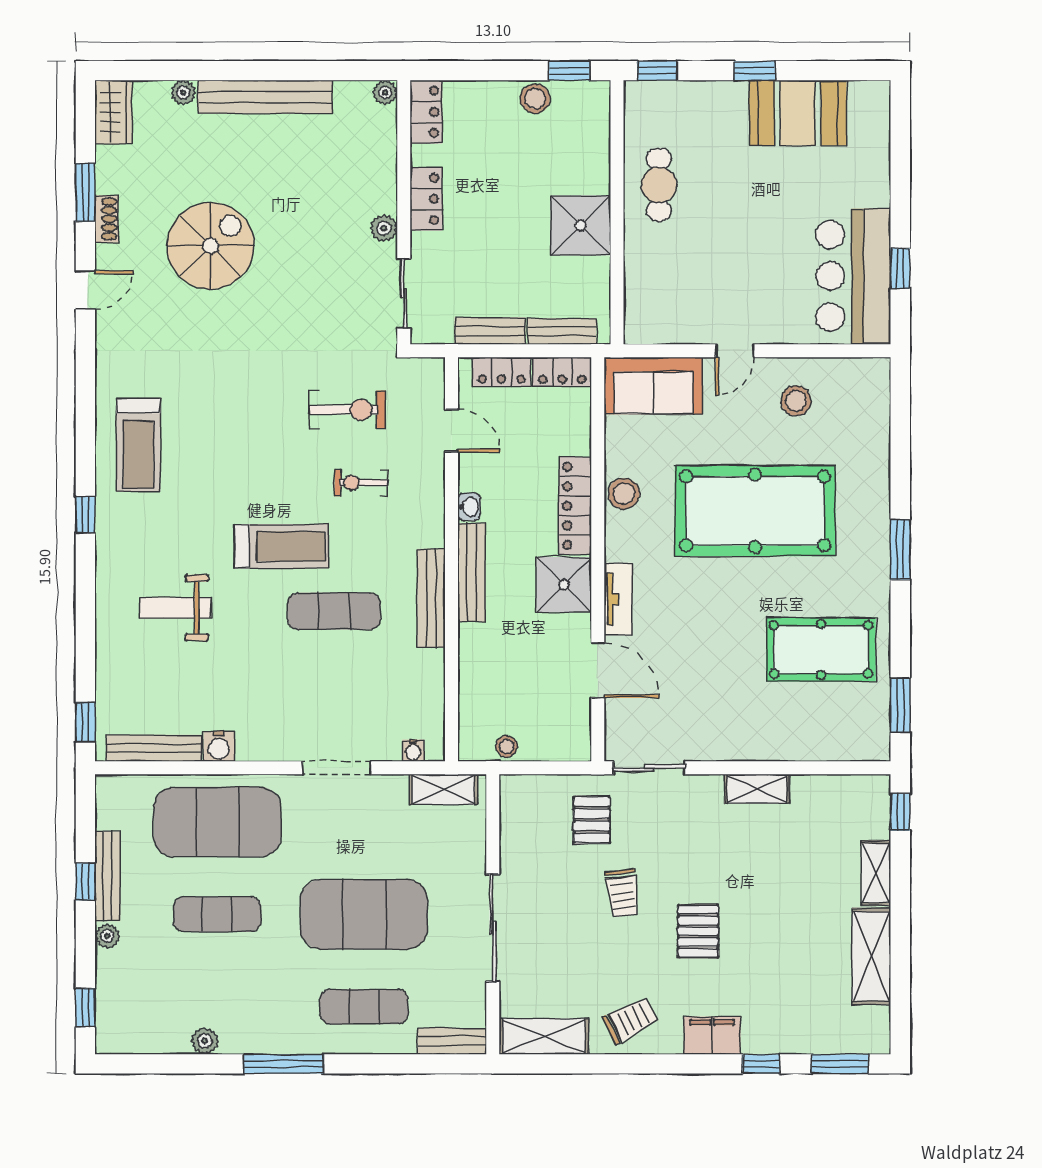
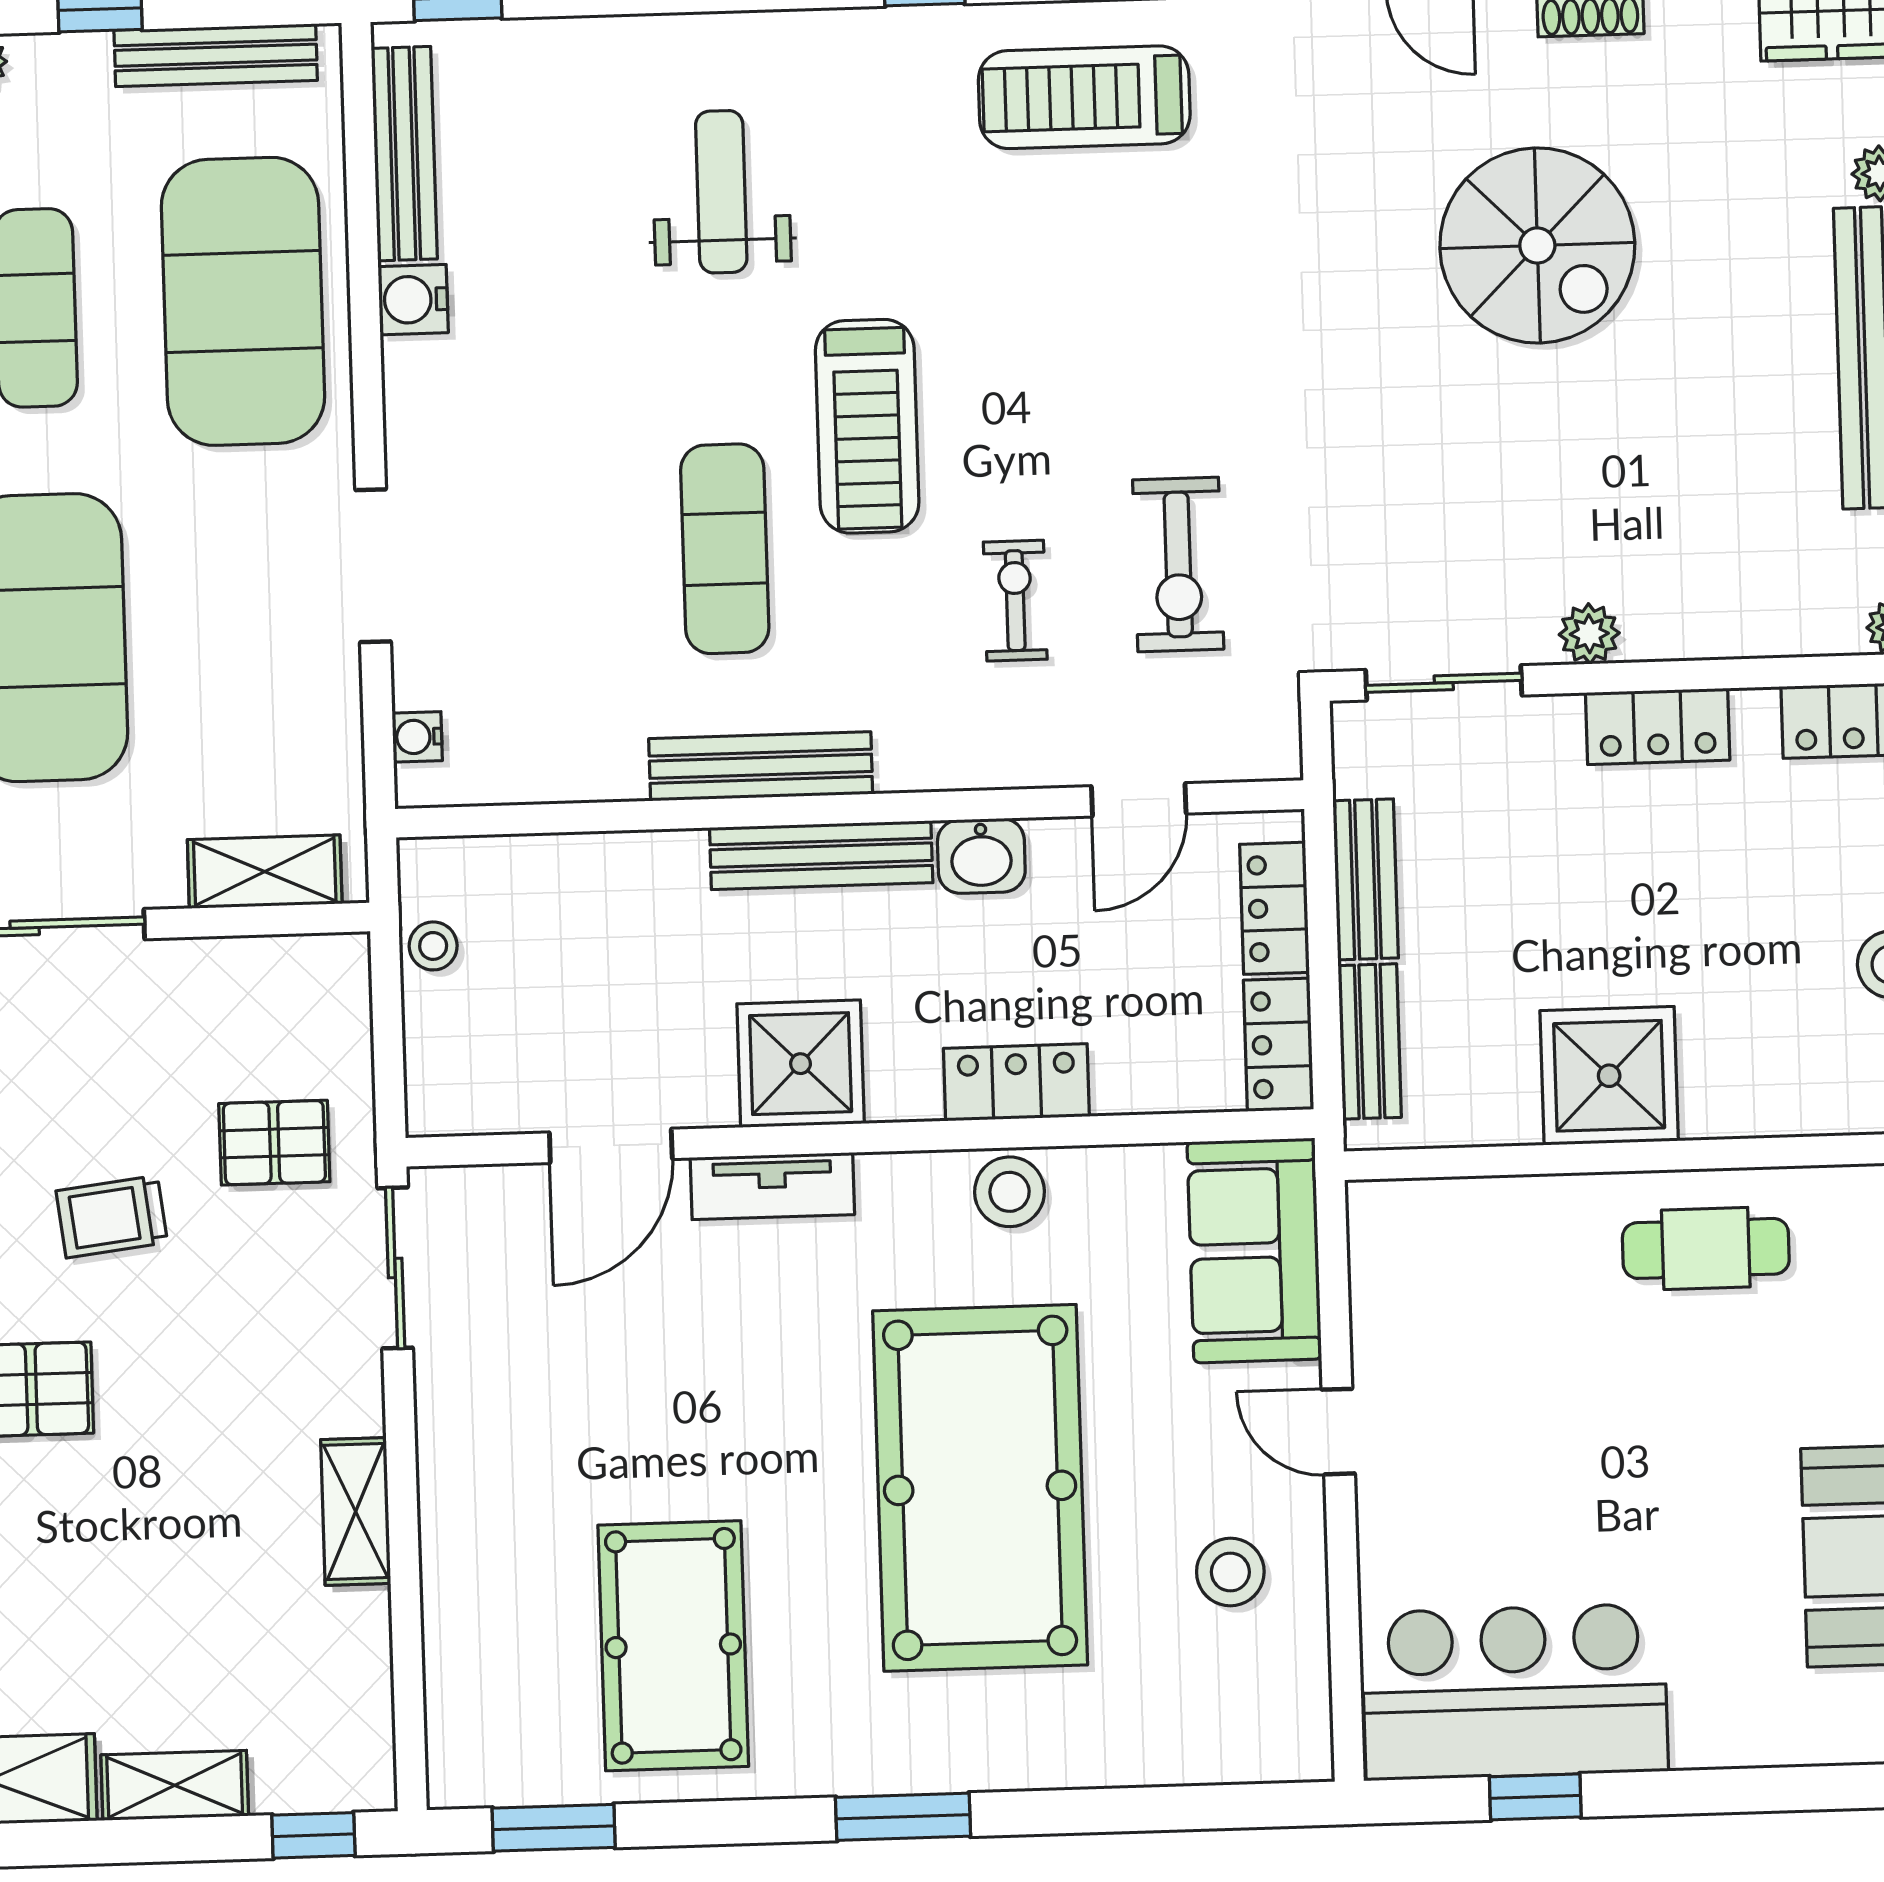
locker: (575, 506) -> (1016, 1082), width x0.66
washbasin: (469, 507) -> (981, 856), width x1.38, depth x1.45
shelving: (443, 789) -> (265, 872), moved, turned 90
bench: (107, 876) -> (216, 55), moved

